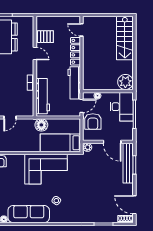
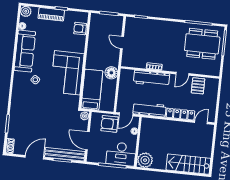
workbench: (43, 96) -> (152, 78), moved
door: (82, 106) -> (126, 114), hinge flipped
door: (112, 142) -> (87, 141), hinge flipped
door: (134, 205) -> (34, 157), moved

